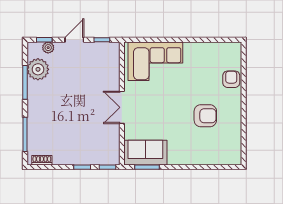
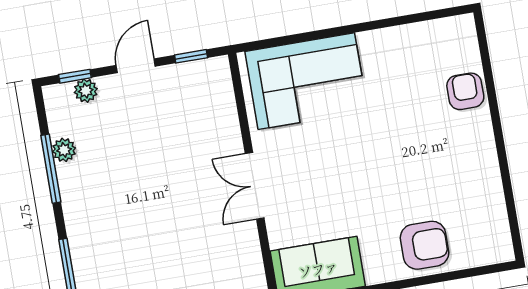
plant: (38, 69) -> (64, 150), width x0.53, depth x0.53
armchair: (205, 116) -> (425, 245), moved

